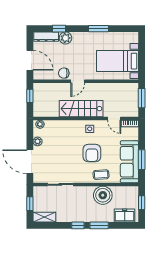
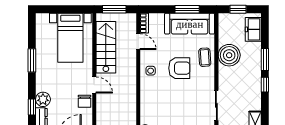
stairs: (81, 109) -> (106, 47), moved, turned 180
door: (114, 118) -> (138, 42), hinge flipped

